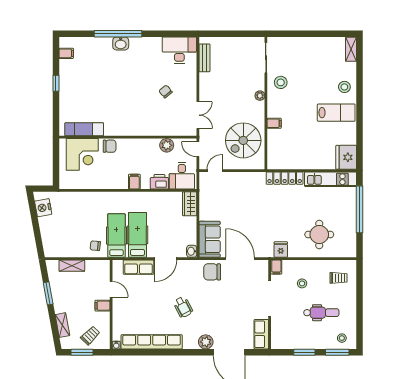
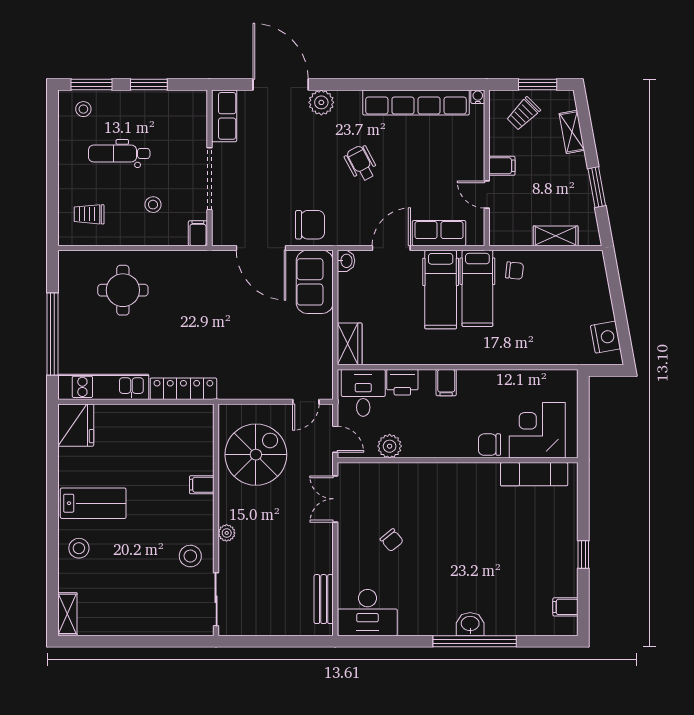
lab bench: (336, 113) -> (93, 503), turned 180
fridge: (281, 250) -> (190, 264), removed

